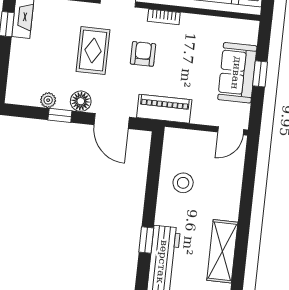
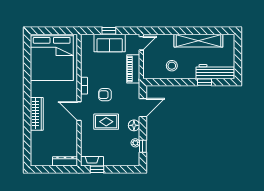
piano: (164, 109) -> (133, 69), moved
window: (60, 115) -> (143, 146), moved
door: (231, 131) -> (141, 43), hinge flipped
shelving: (222, 251) -> (198, 41), width x1.47

